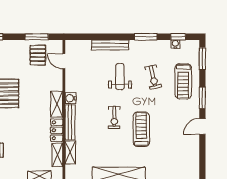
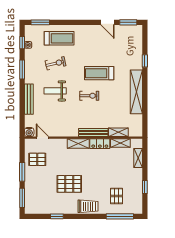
window: (37, 37) -> (22, 172), moved
door: (64, 61) -> (42, 138), swing flipped
water cooler: (71, 98) -> (29, 132), moved
window: (202, 98) -> (128, 22), moved
door: (202, 127) -> (108, 22), moved

